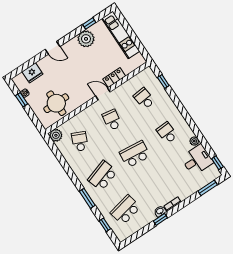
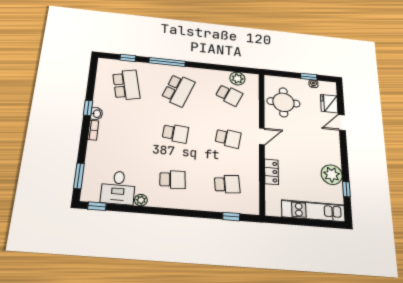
door: (53, 48) -> (342, 123), moved
door: (103, 94) -> (262, 136), moved
plant: (56, 135) -> (237, 79), moved
school desk: (135, 154) -> (175, 133), width x0.54
school desk: (103, 176) -> (178, 90), turned 39
window: (87, 198) -> (167, 62), width x1.44

